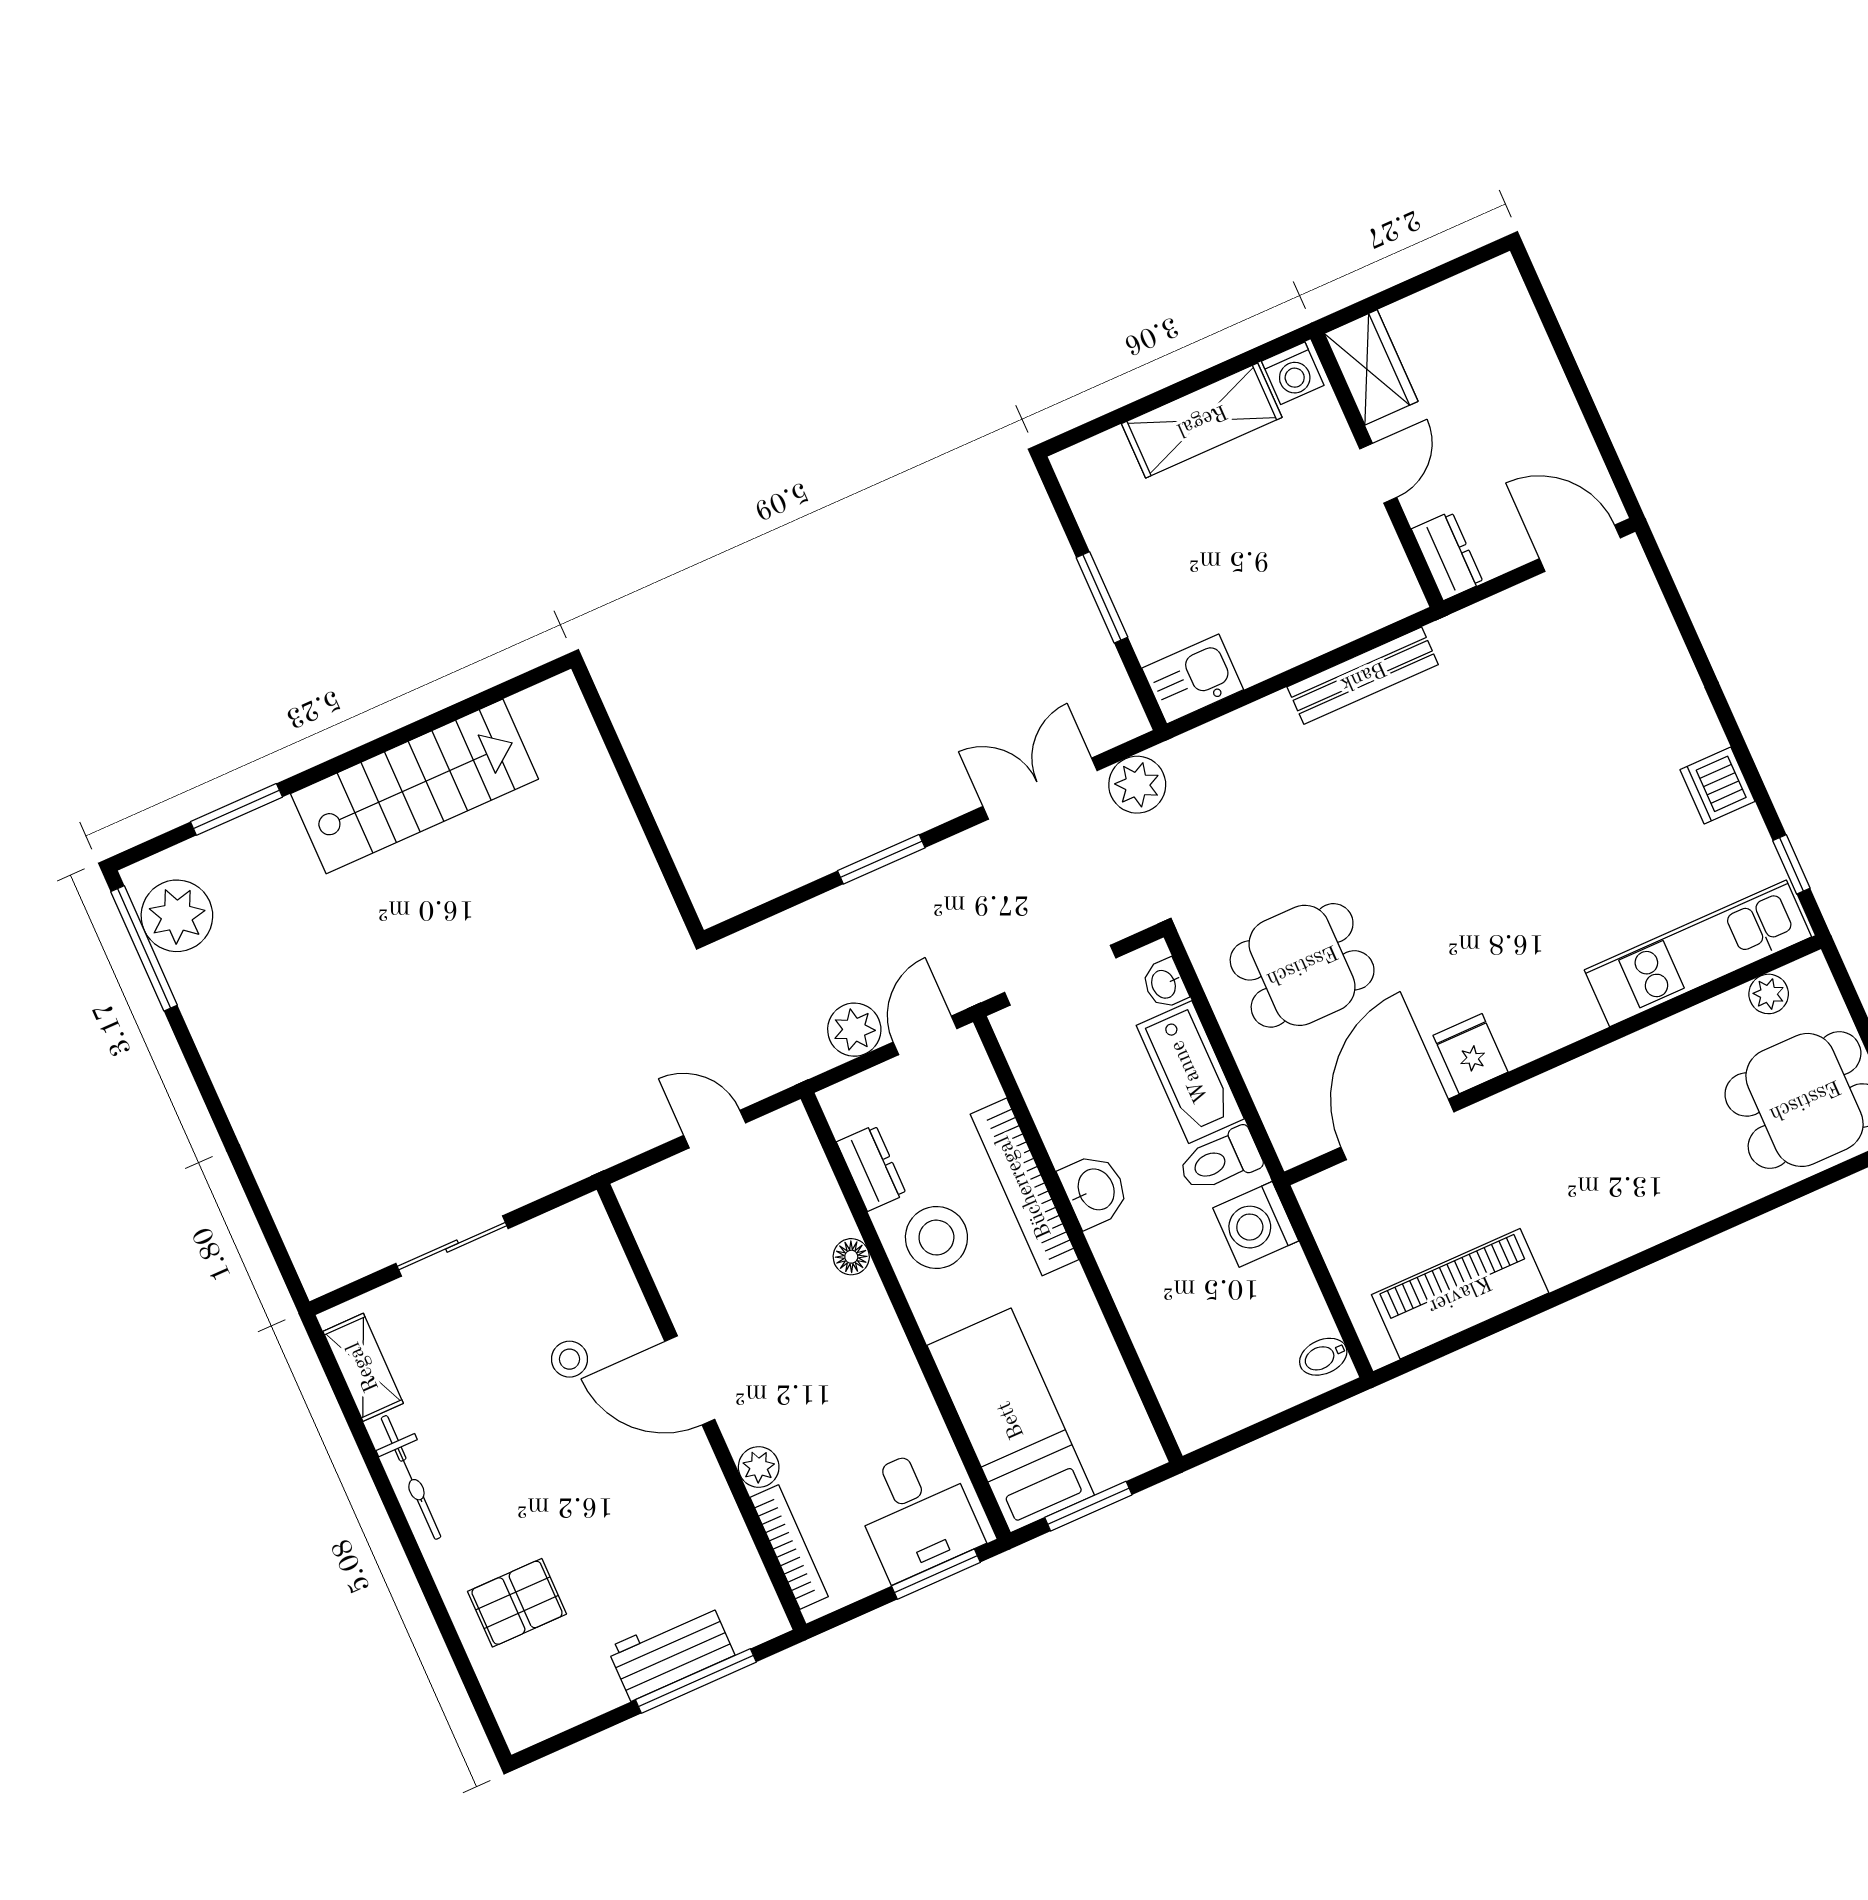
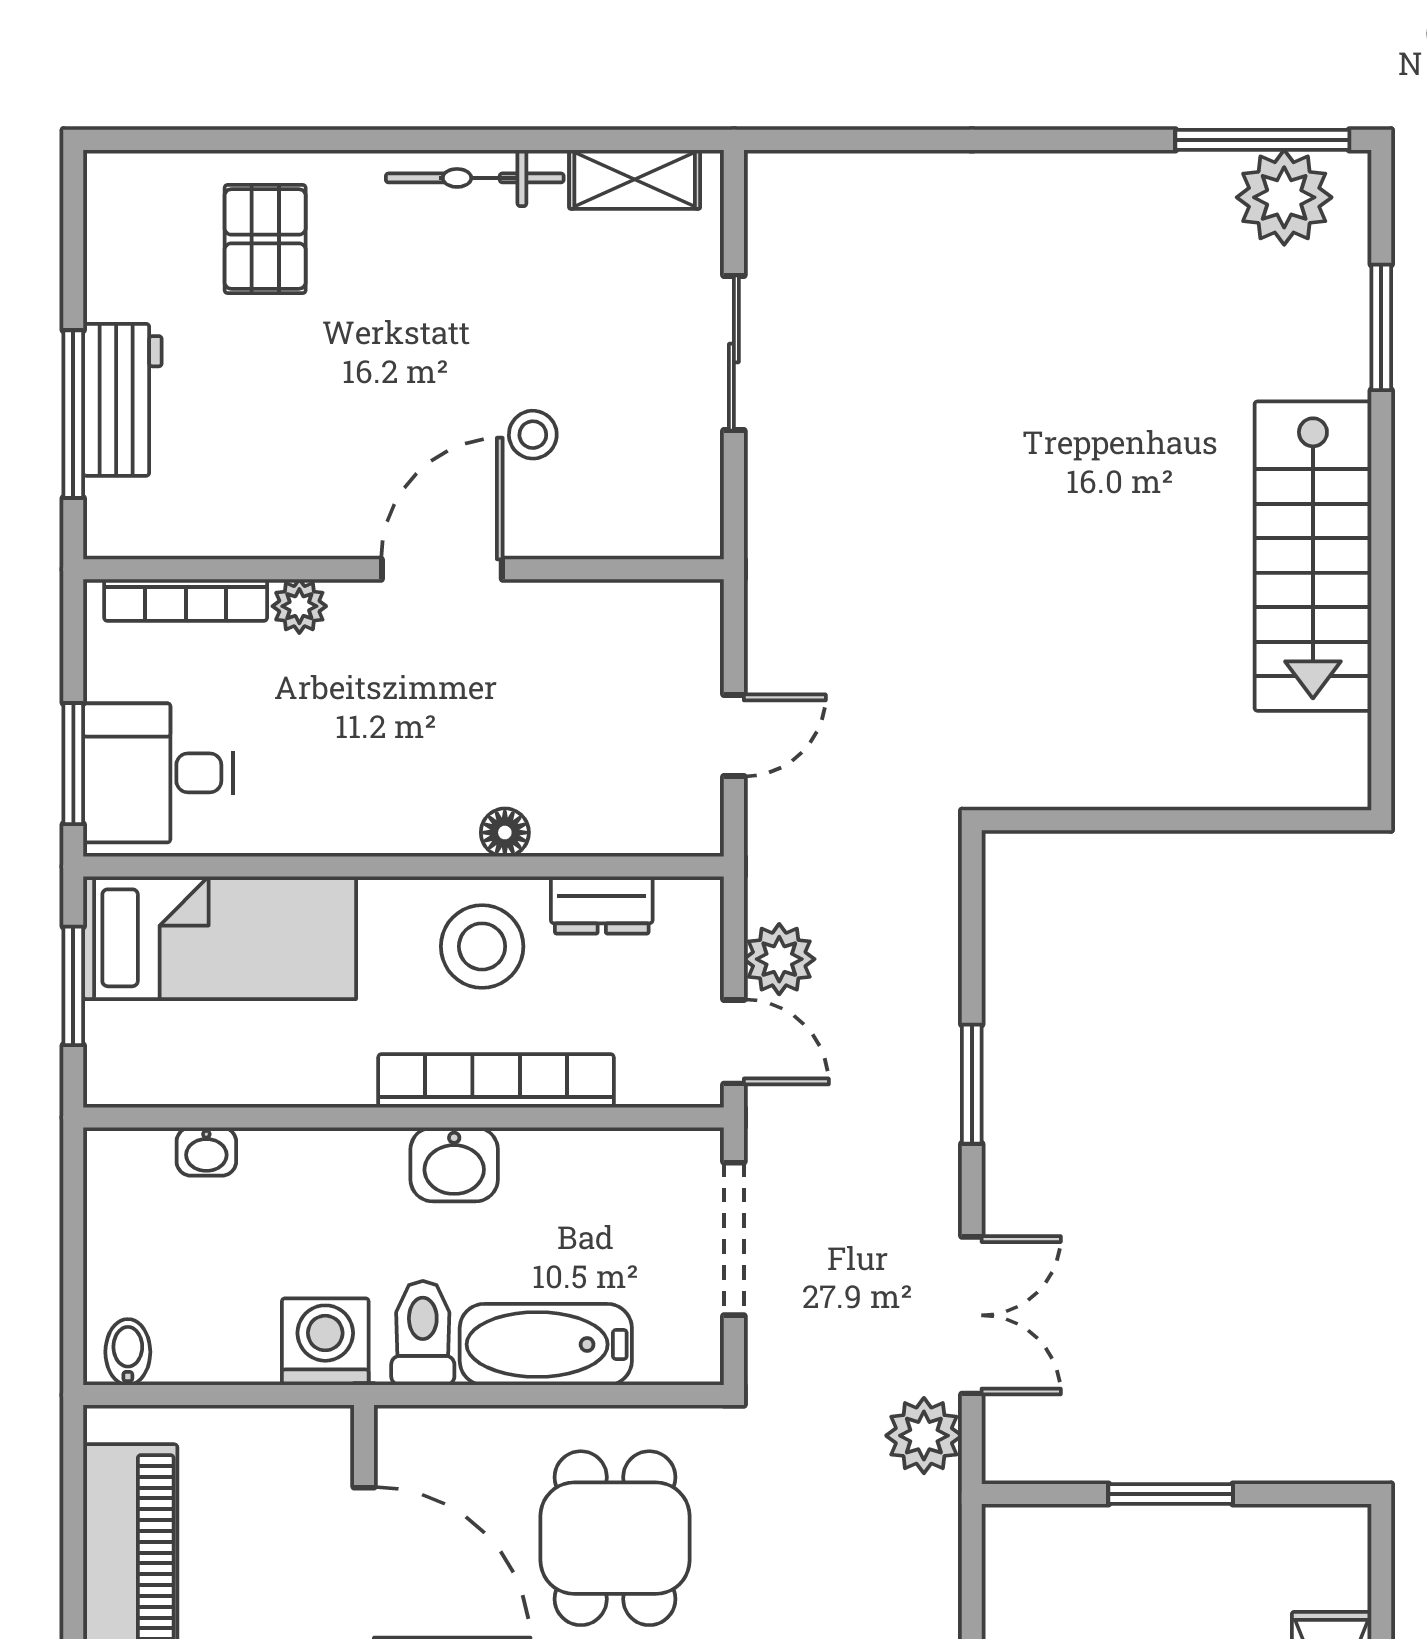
kitchen sink: (1193, 679) -> (1022, 1560), removed
washbasin: (1164, 984) -> (206, 1152), moved, turned 180

